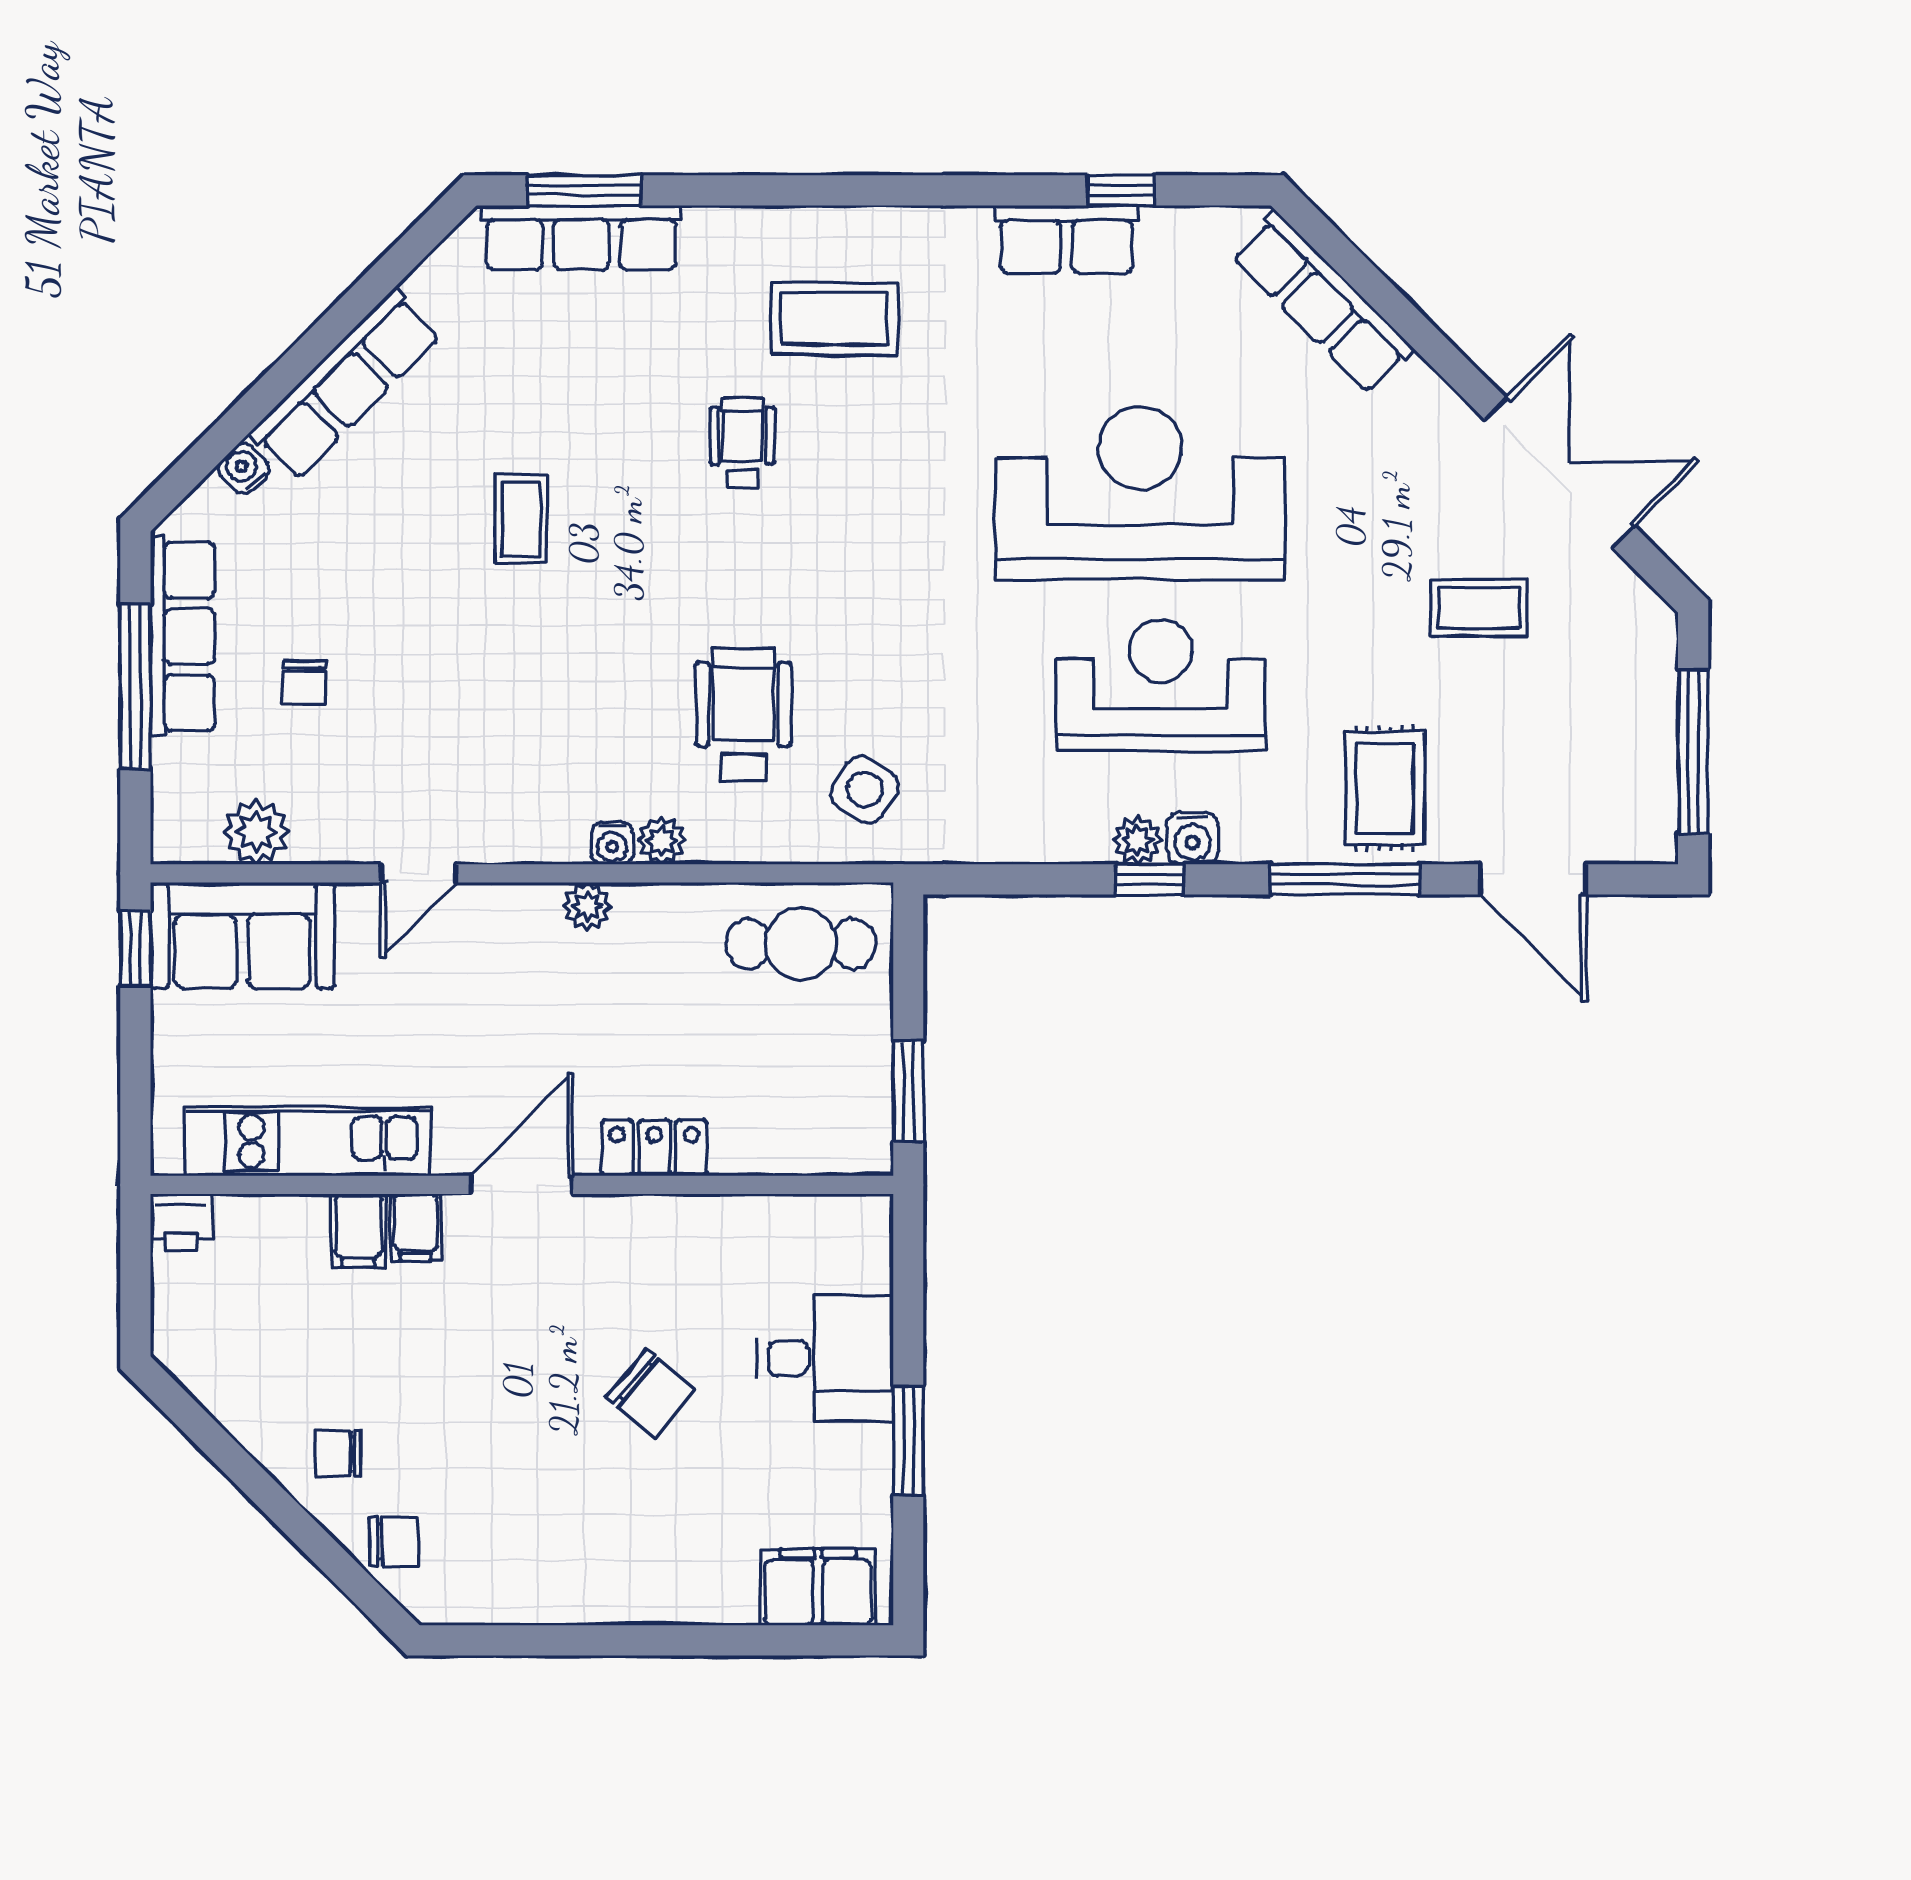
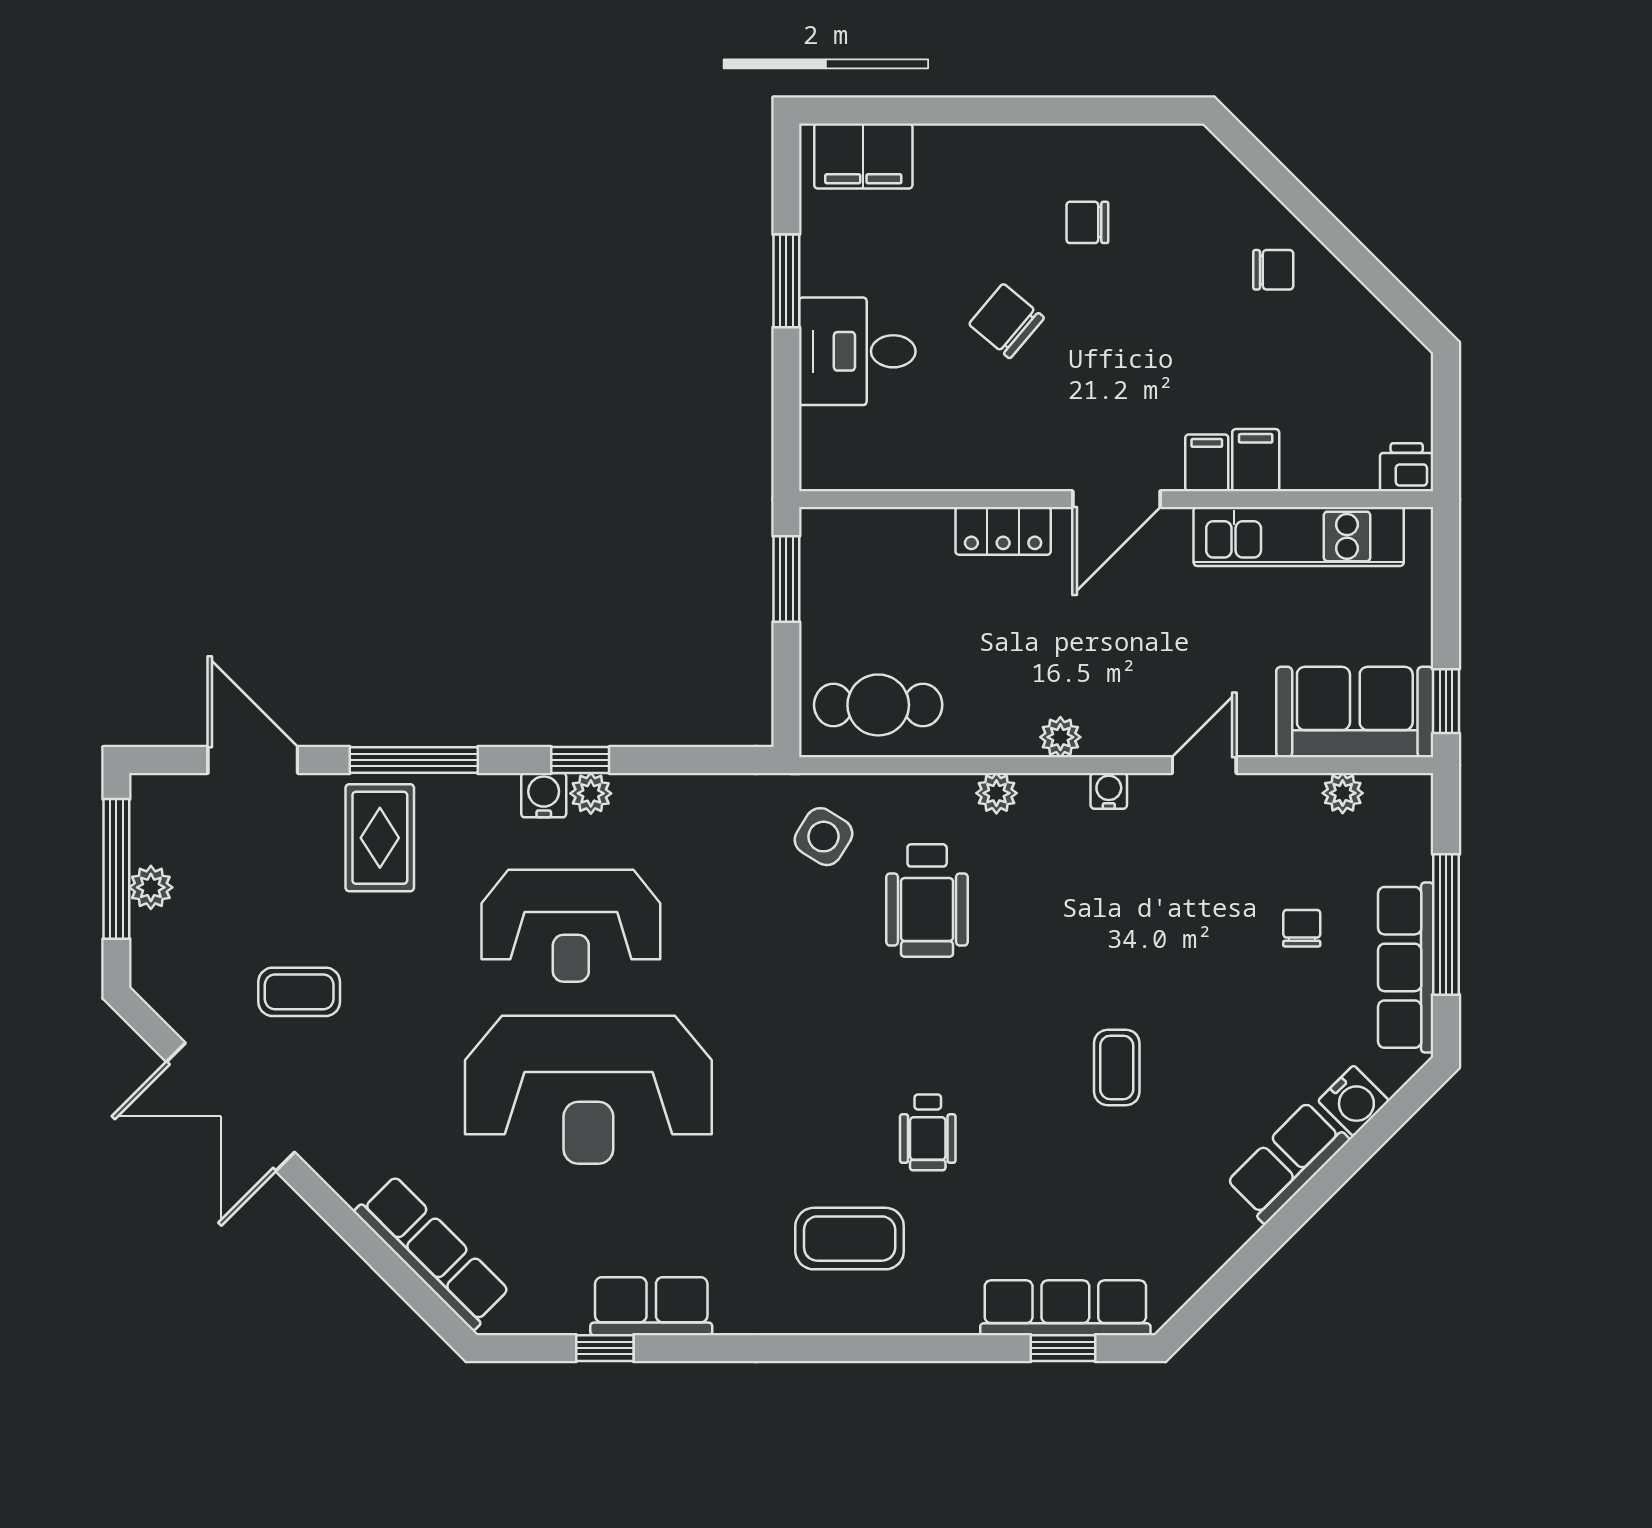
window: (584, 190) -> (1063, 1348), width x0.67
row of seats: (345, 384) -> (1287, 1162), width x0.68
water cooler: (244, 469) -> (1353, 1101), width x1.38, depth x1.38
plant: (1653, 730) -> (151, 887), added
plant: (256, 832) -> (1343, 793), width x0.73, depth x0.73
water cooler: (612, 843) -> (1109, 791), moved
chair: (394, 1542) -> (1087, 222), moved

